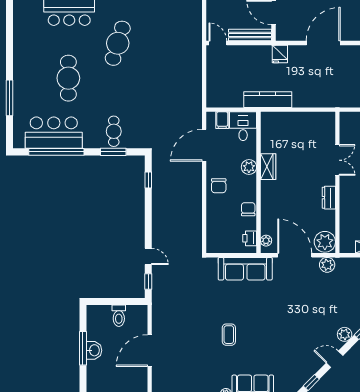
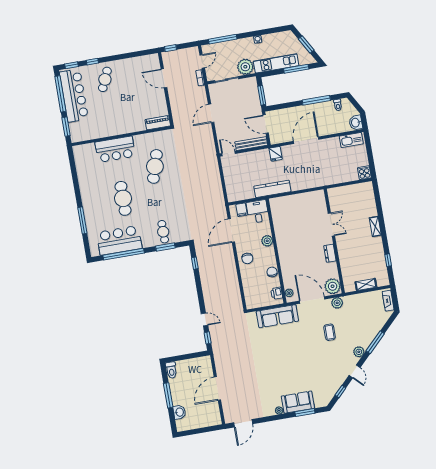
wardrobe: (268, 167) -> (281, 238), removed
toilet: (119, 316) -> (171, 370), moved
coffee table: (229, 335) -> (330, 332), moved
washbasin: (94, 350) -> (179, 412), moved
door: (335, 359) -> (355, 371), swing flipped

